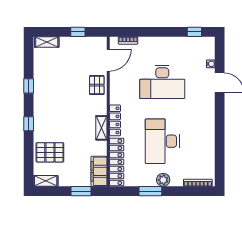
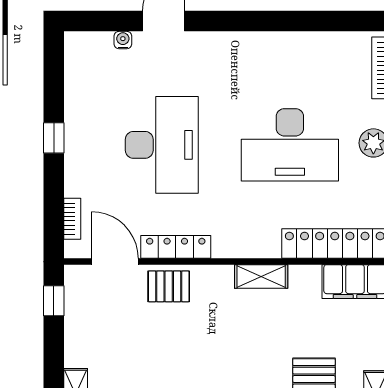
window: (78, 32) -> (54, 301), moved
window: (194, 32) -> (54, 138), moved
locker: (115, 120) -> (176, 247), moved

